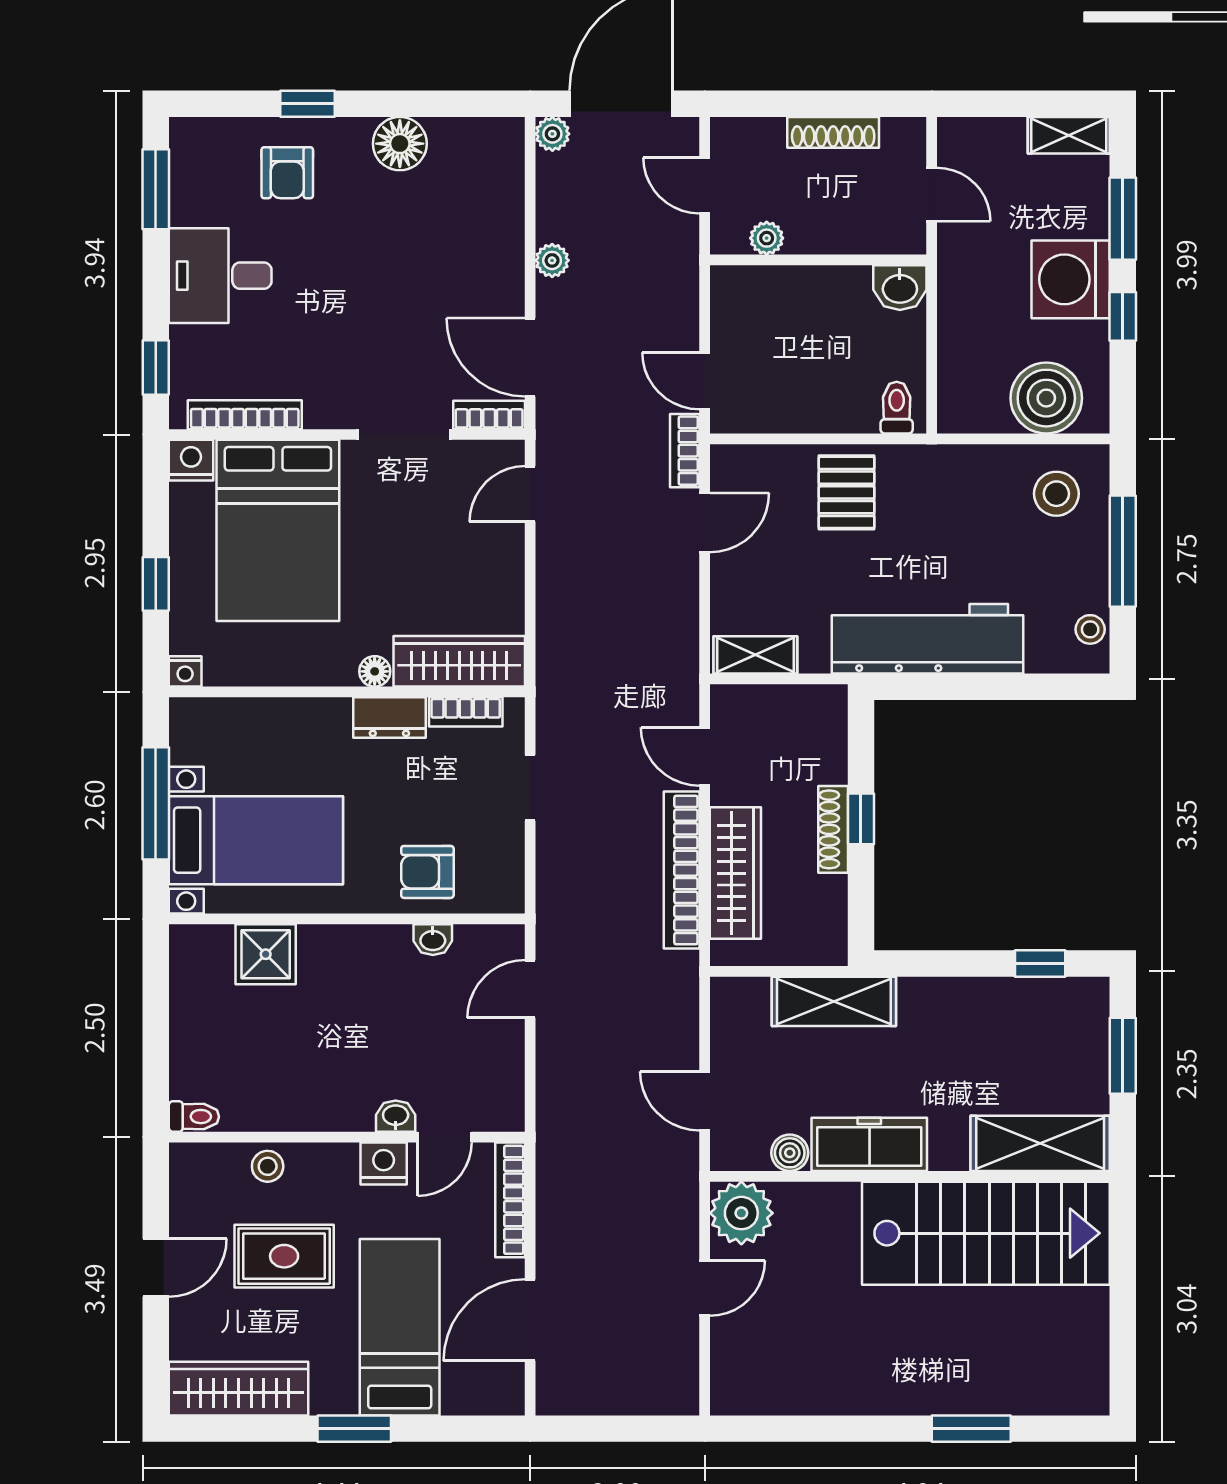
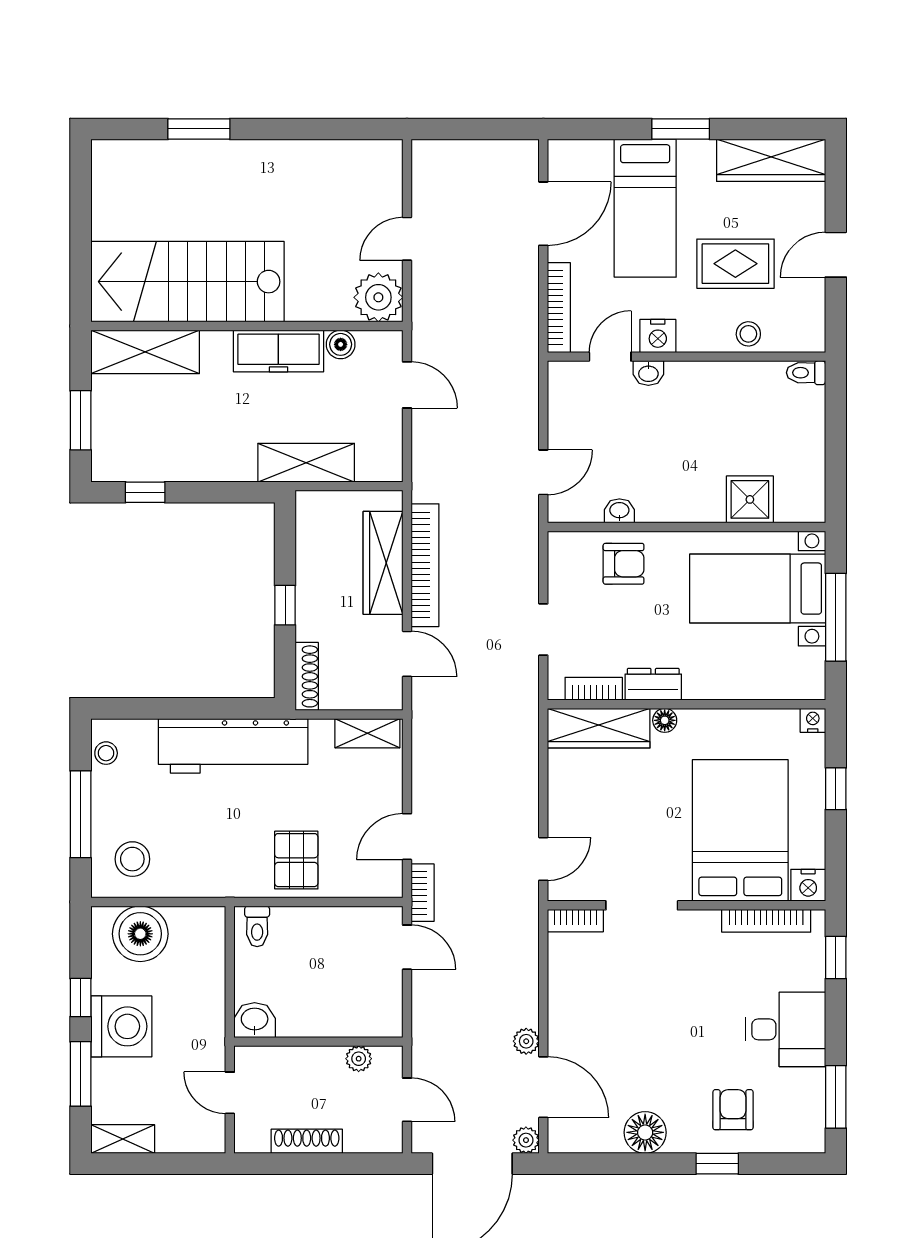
door: (530, 357) -> (543, 1087), moved
shoe rack: (833, 829) -> (307, 676), moved

